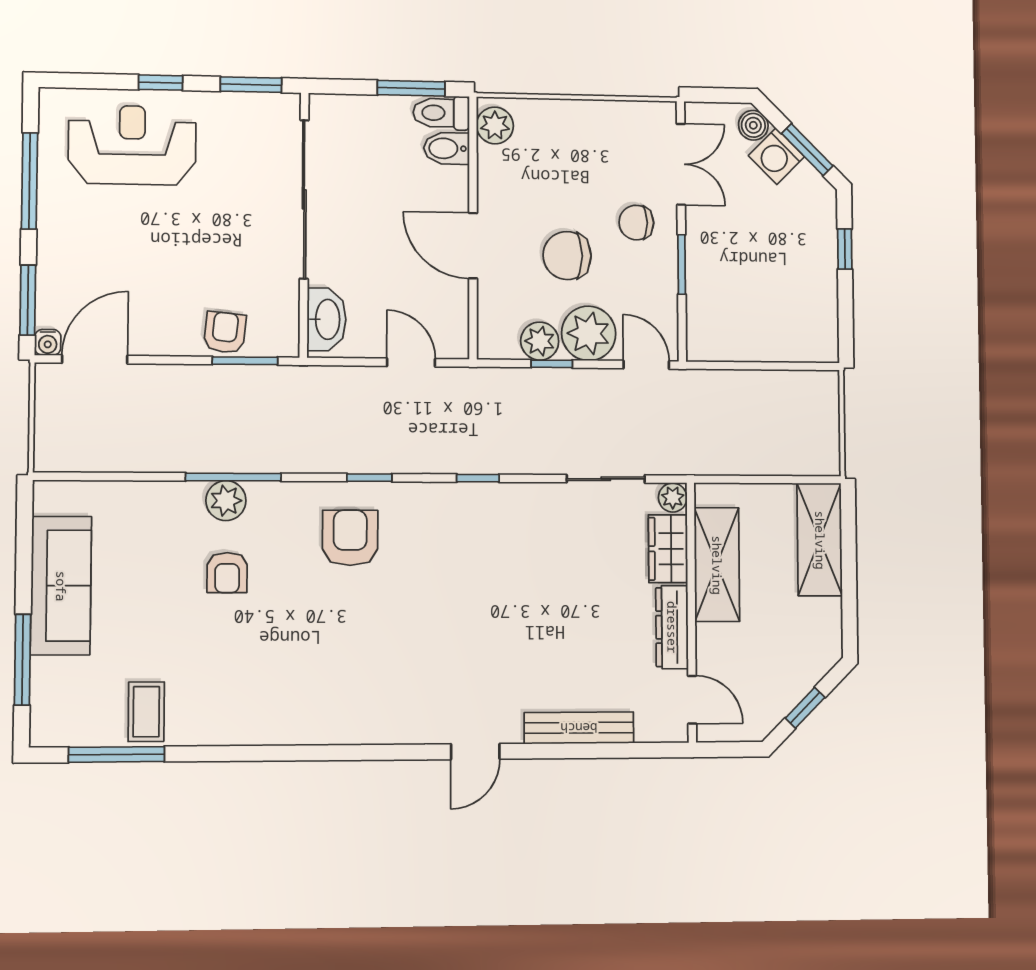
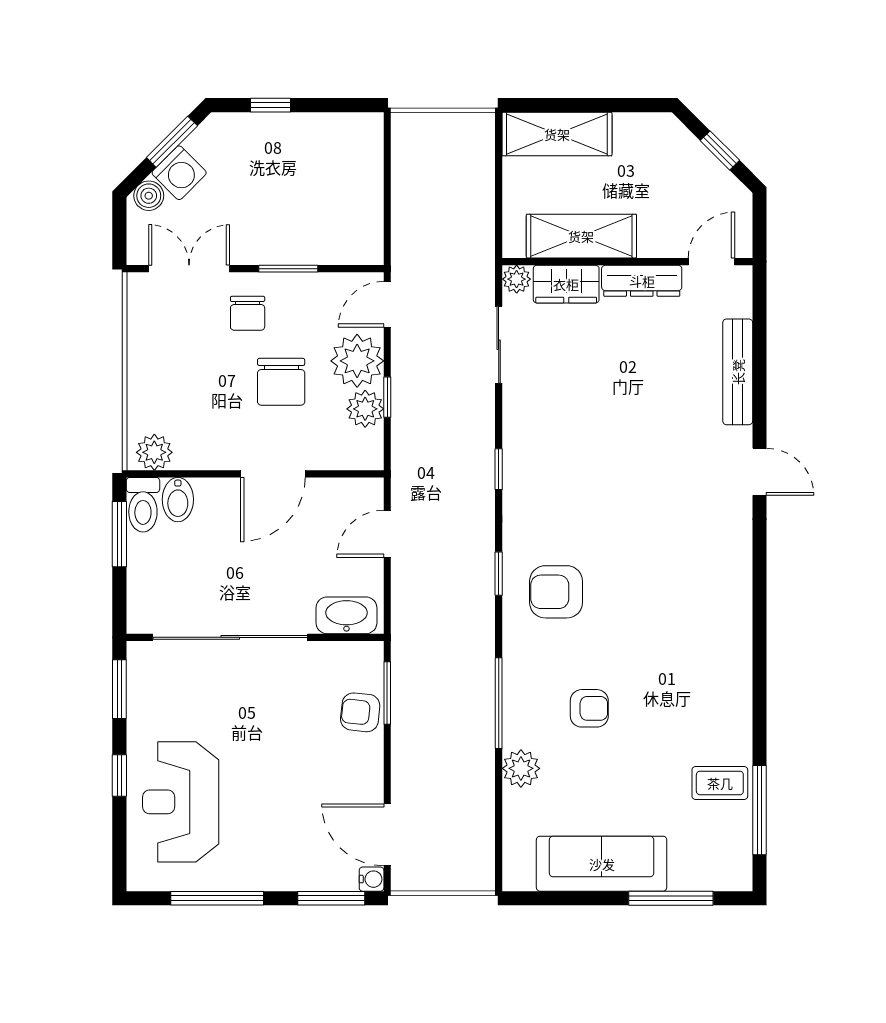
plant: (226, 501) -> (521, 768), moved

